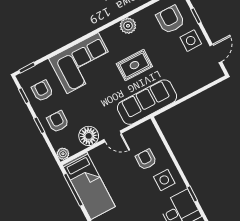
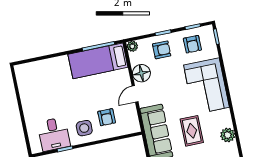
armchair: (42, 91) -> (192, 44), turned 90
armchair: (146, 160) -> (107, 117), turned 90

